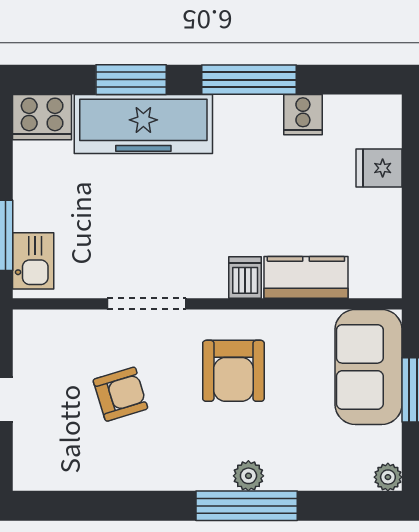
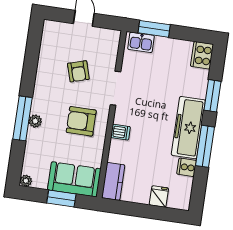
freezer: (143, 124) -> (188, 128), moved
kitchen counter: (306, 277) -> (113, 181), moved

